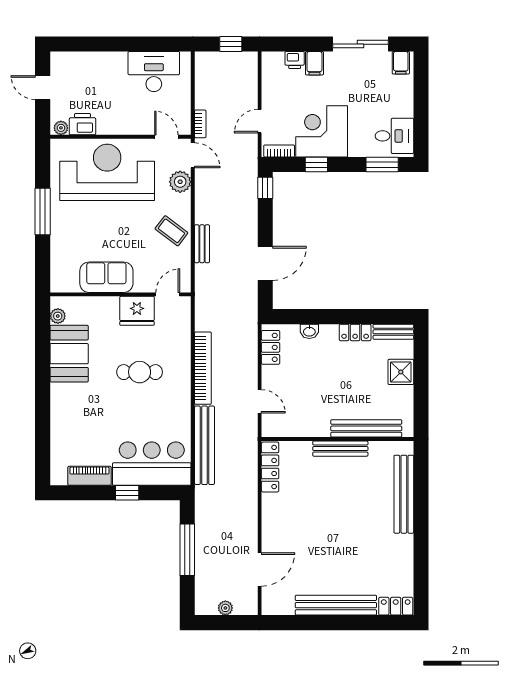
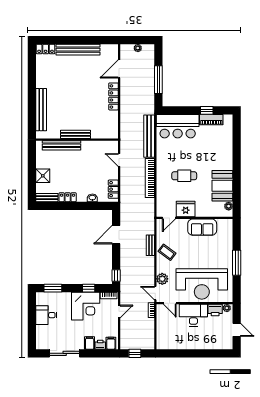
filing cabinet: (401, 63) -> (111, 343), moved
desk: (154, 72) -> (193, 315), moved, turned 180
desk: (394, 136) -> (46, 315), moved
locker: (270, 467) -> (114, 96), moved
window: (127, 493) -> (207, 110), moved

